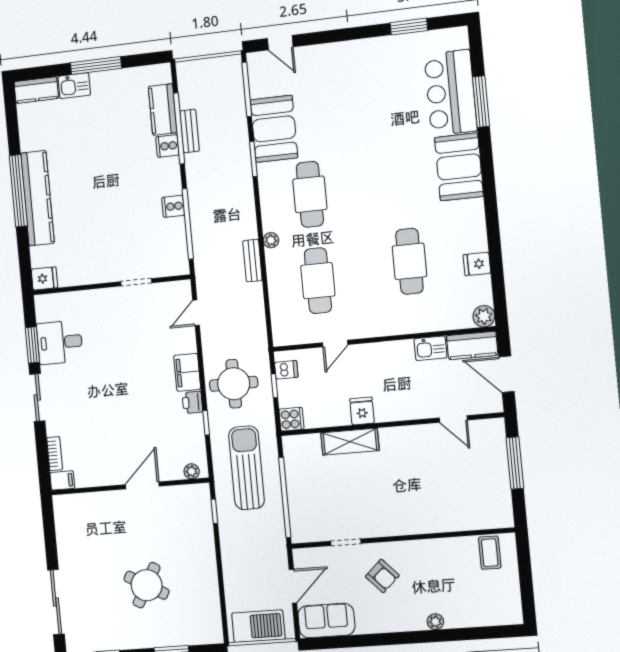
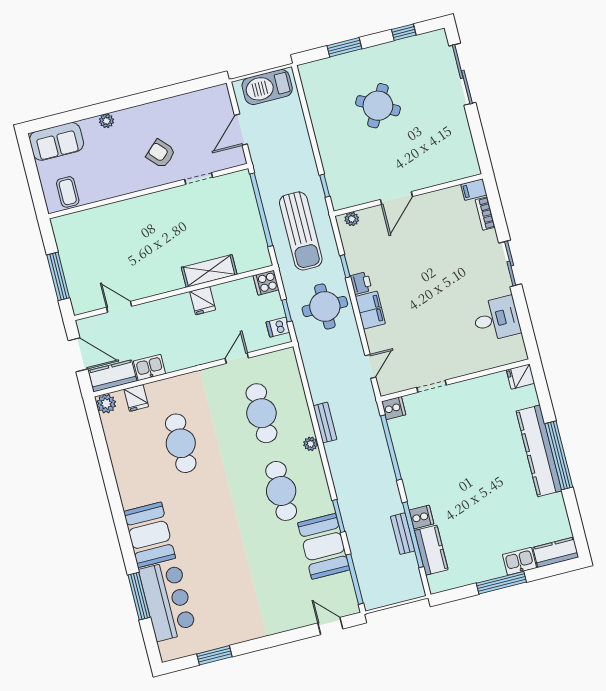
cooker: (173, 206) -> (394, 408), moved
fridge: (477, 264) -> (136, 398), moved, turned 90
window: (32, 345) -> (523, 312), removed
sofa: (326, 621) -> (57, 141), moved

